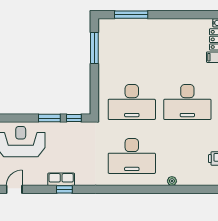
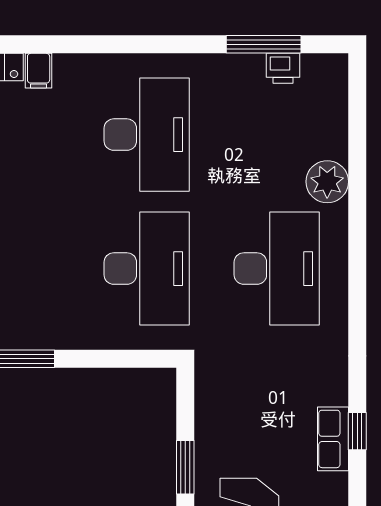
window: (74, 118) -> (185, 408), removed
plant: (172, 181) -> (327, 182), width x1.87, depth x1.87

